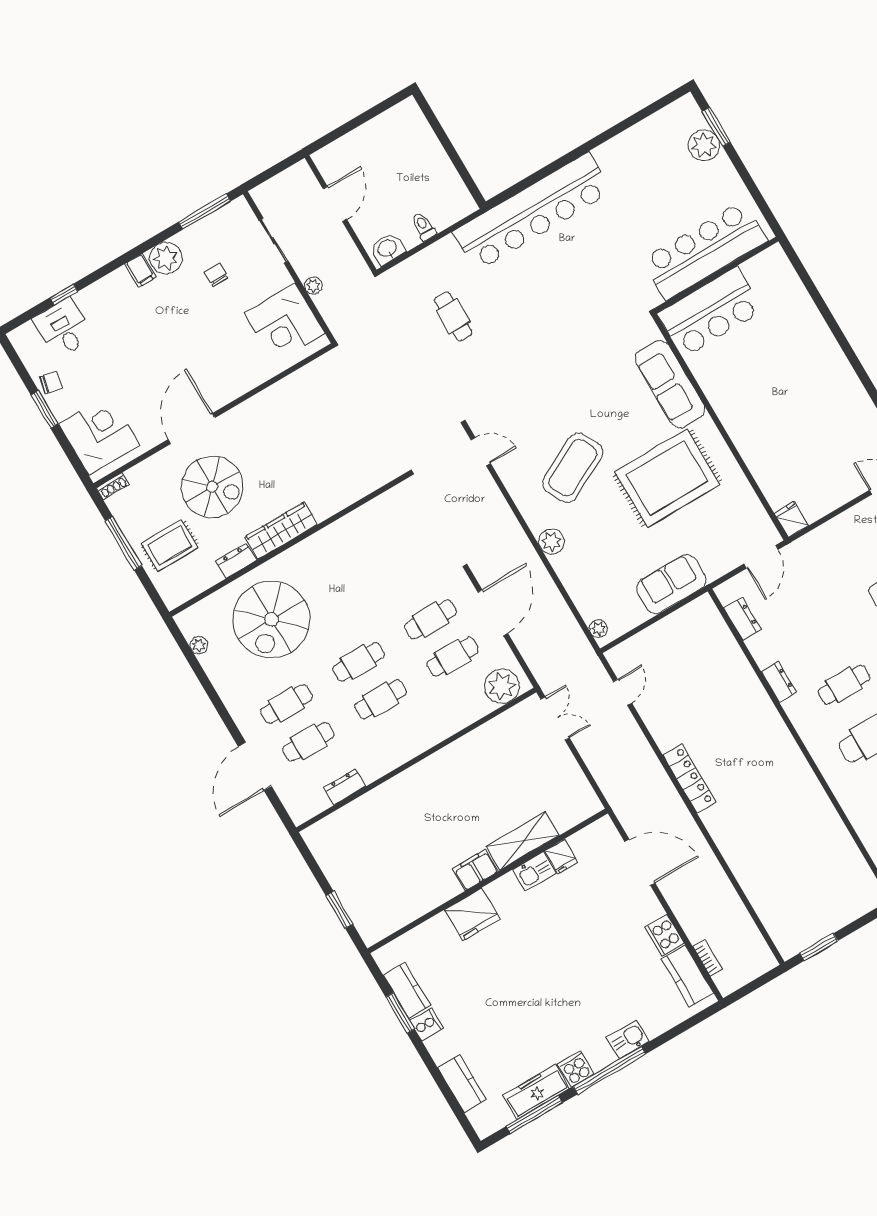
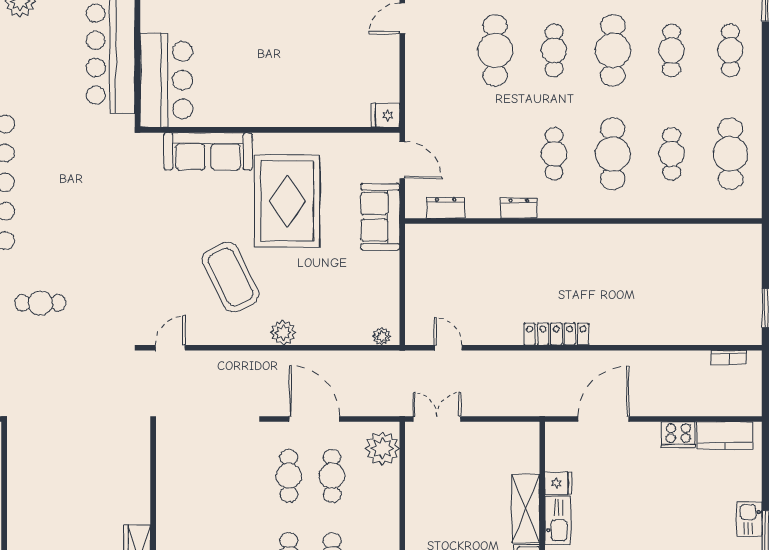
sofa: (671, 584) -> (380, 217), moved
kitchen sink: (534, 871) -> (558, 521), width x1.38
bookcase: (707, 958) -> (729, 357), moved, turned 180

